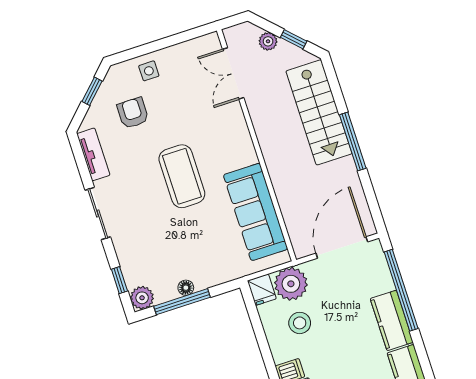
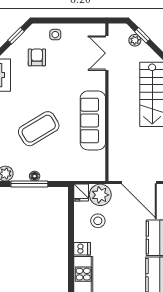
window: (294, 39) -> (142, 35), moved
coffee table: (182, 176) -> (39, 129), moved, turned 59
sofa: (256, 212) -> (93, 120), moved
door: (342, 247) -> (139, 183), swing flipped

